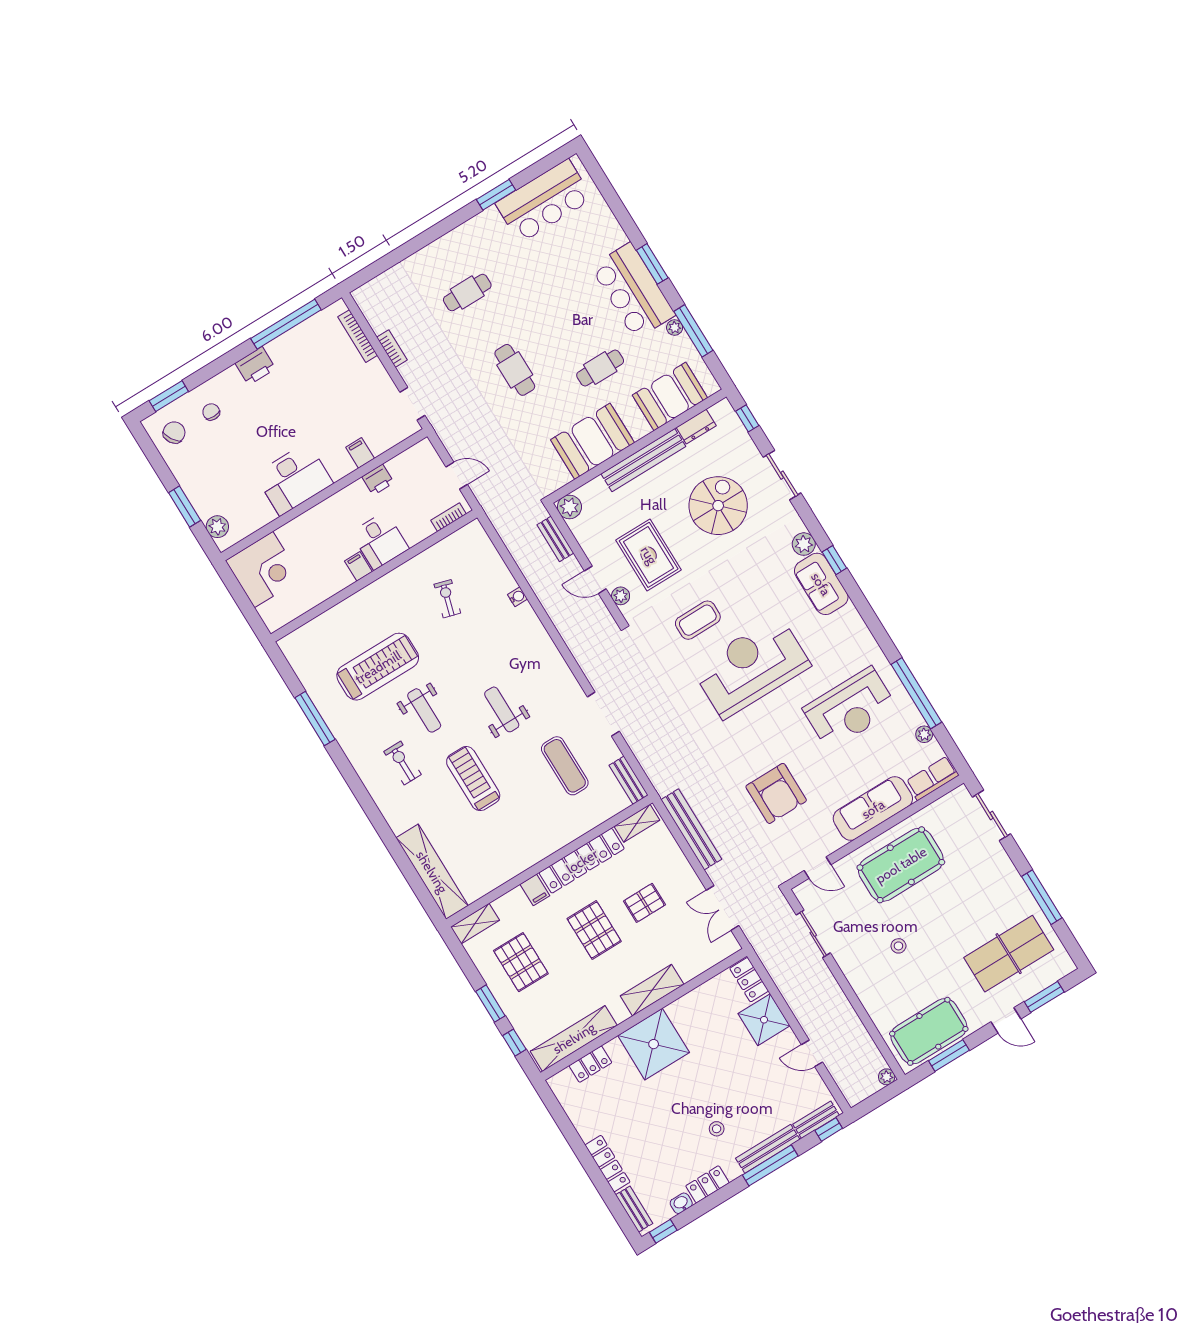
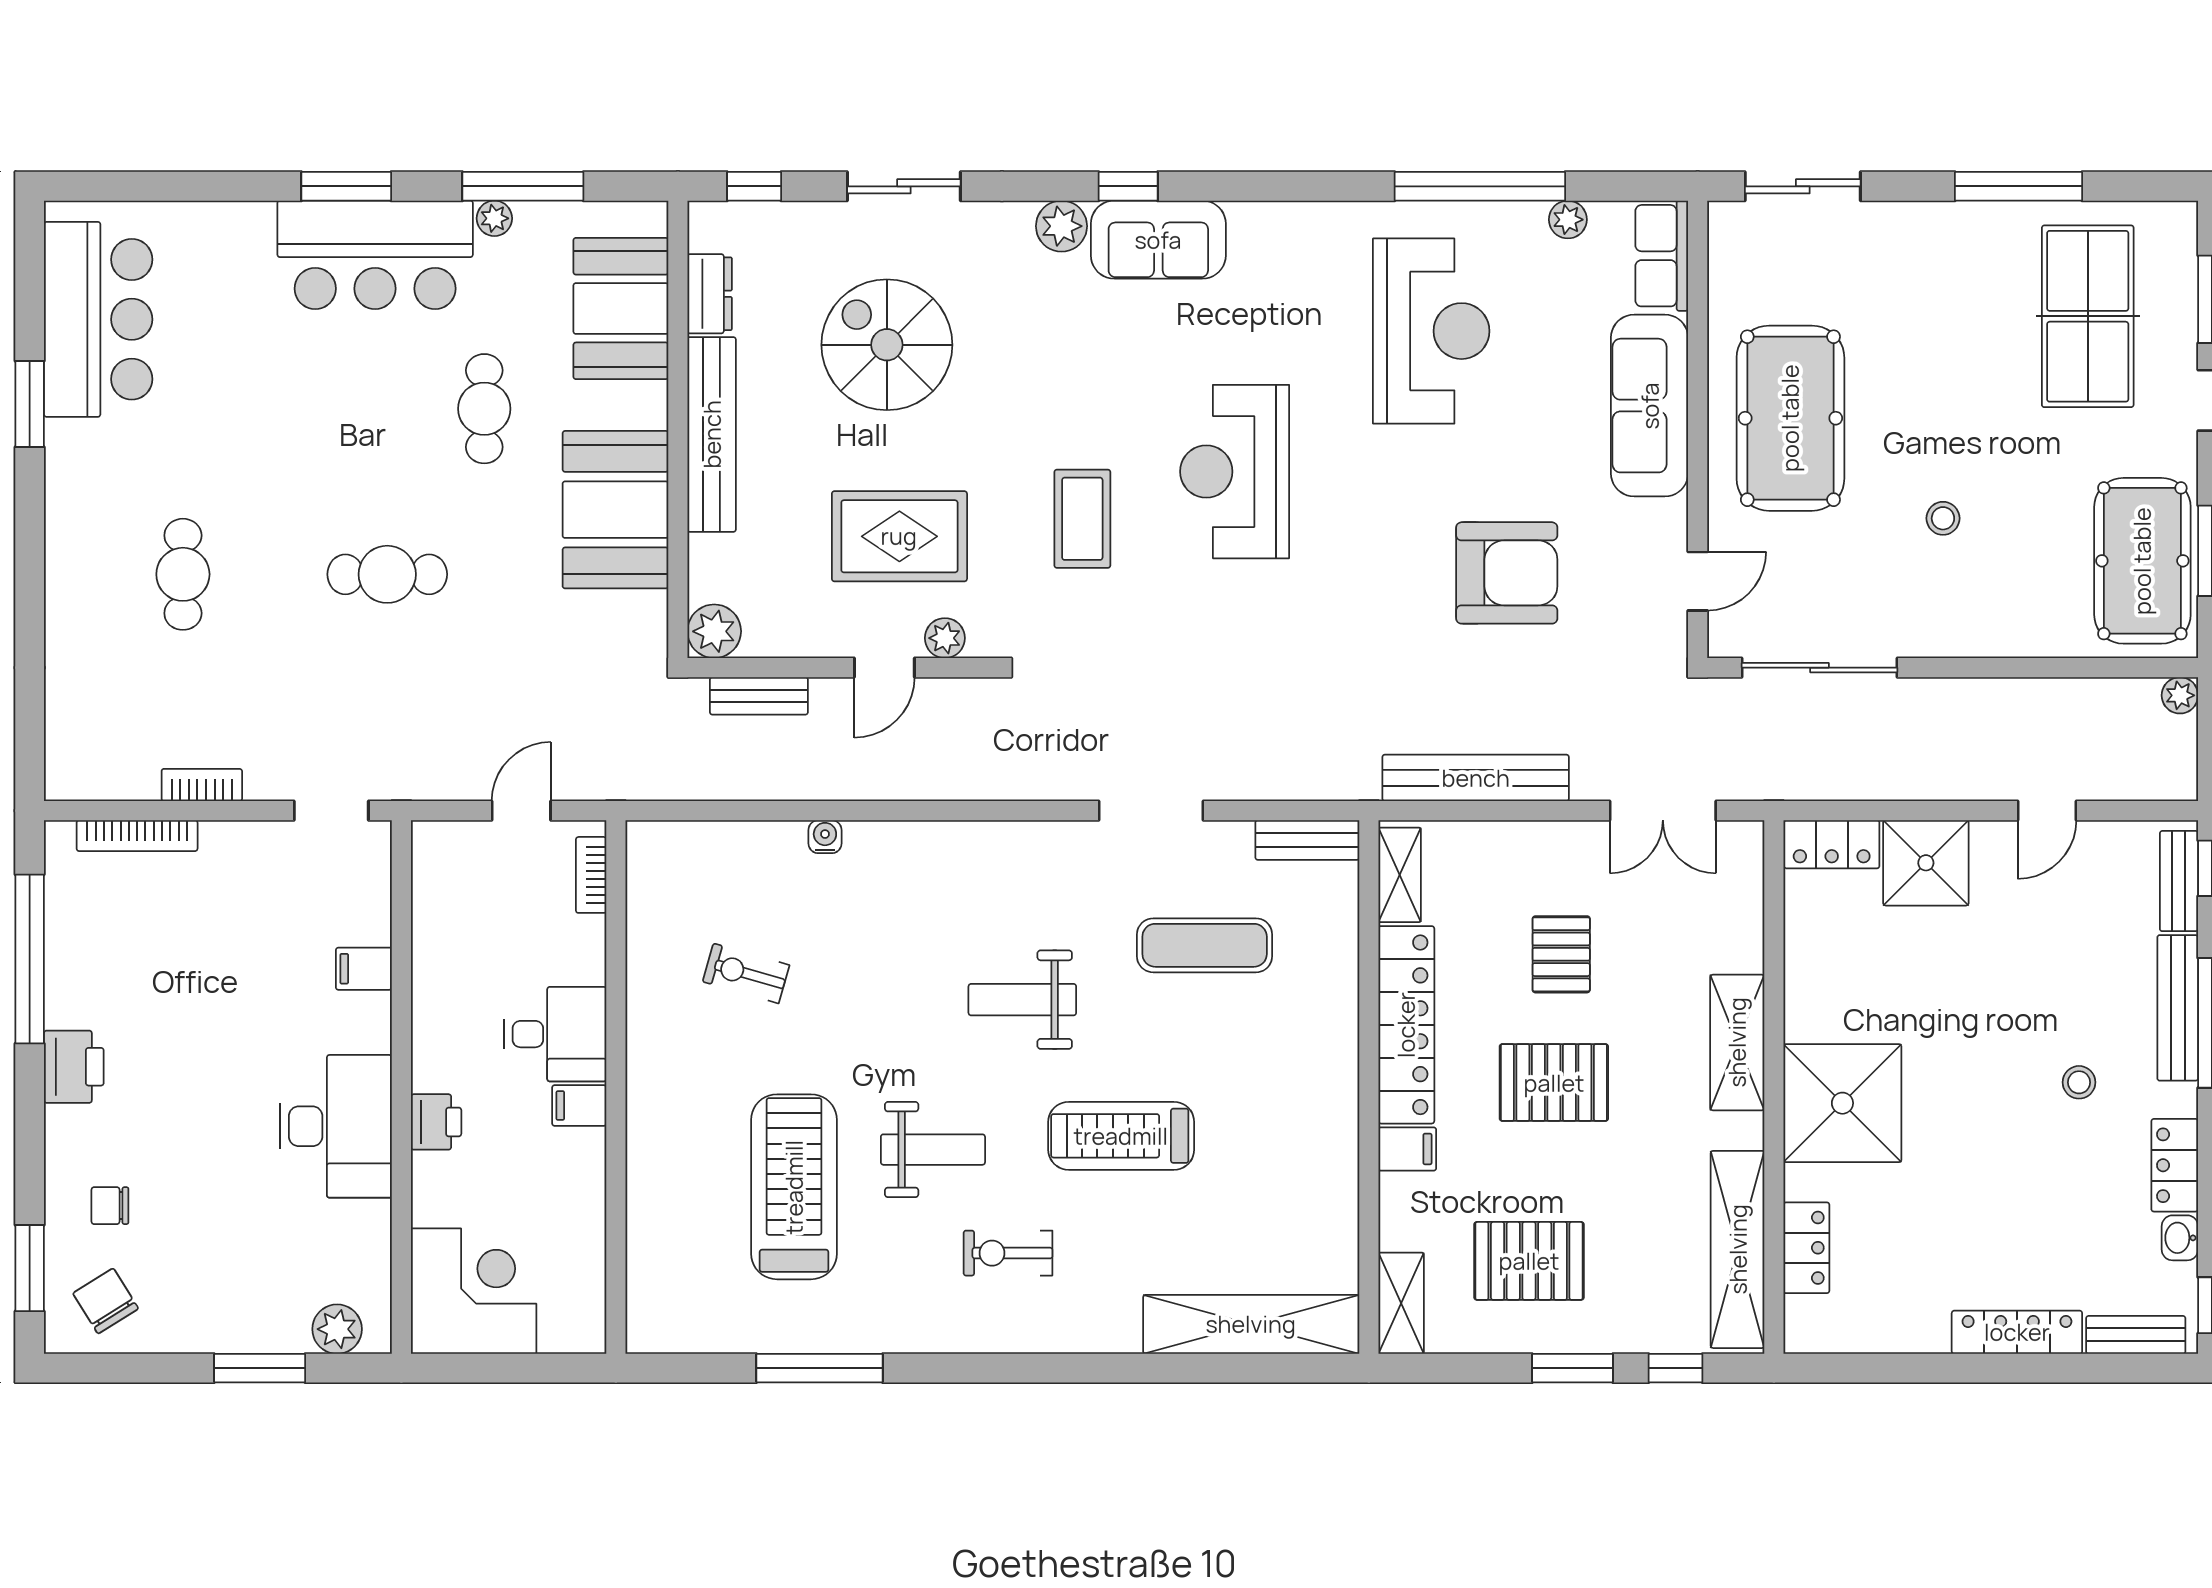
printer: (378, 480) -> (436, 1122), moved
reception desk: (751, 667) -> (1235, 472), width x0.74, depth x0.77
sliding door: (813, 934) -> (1820, 668), width x1.37

